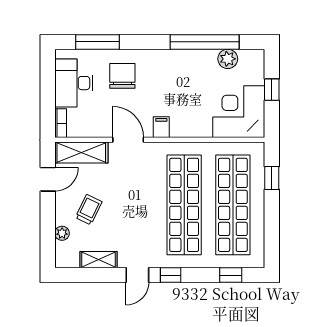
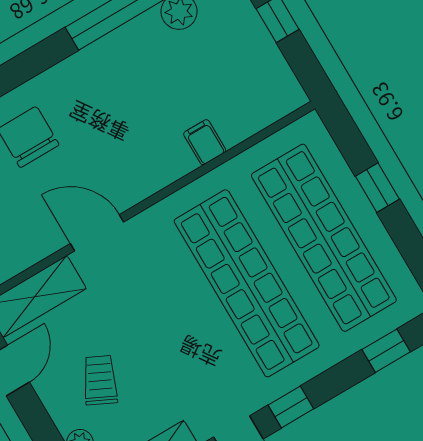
corner desk: (239, 112) -> (246, 85), removed
filing cabinet: (161, 127) -> (205, 142), moved
window: (272, 178) -> (377, 188), moved

